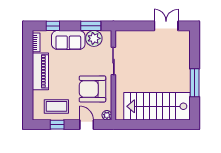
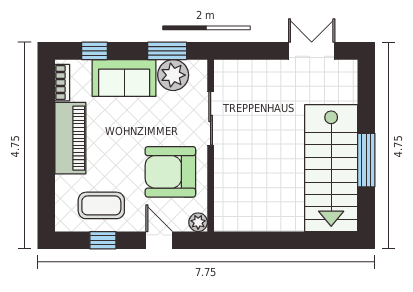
stairs: (157, 106) -> (331, 168), moved, turned -90

